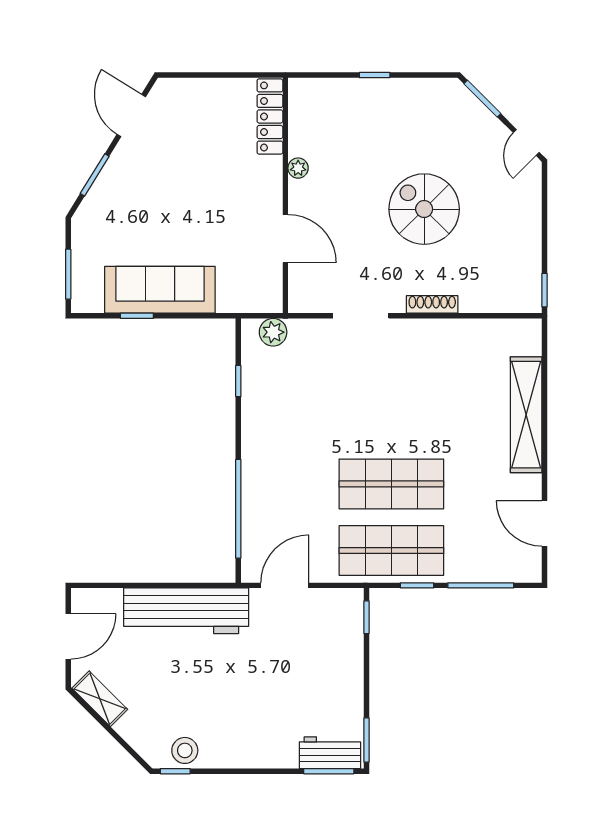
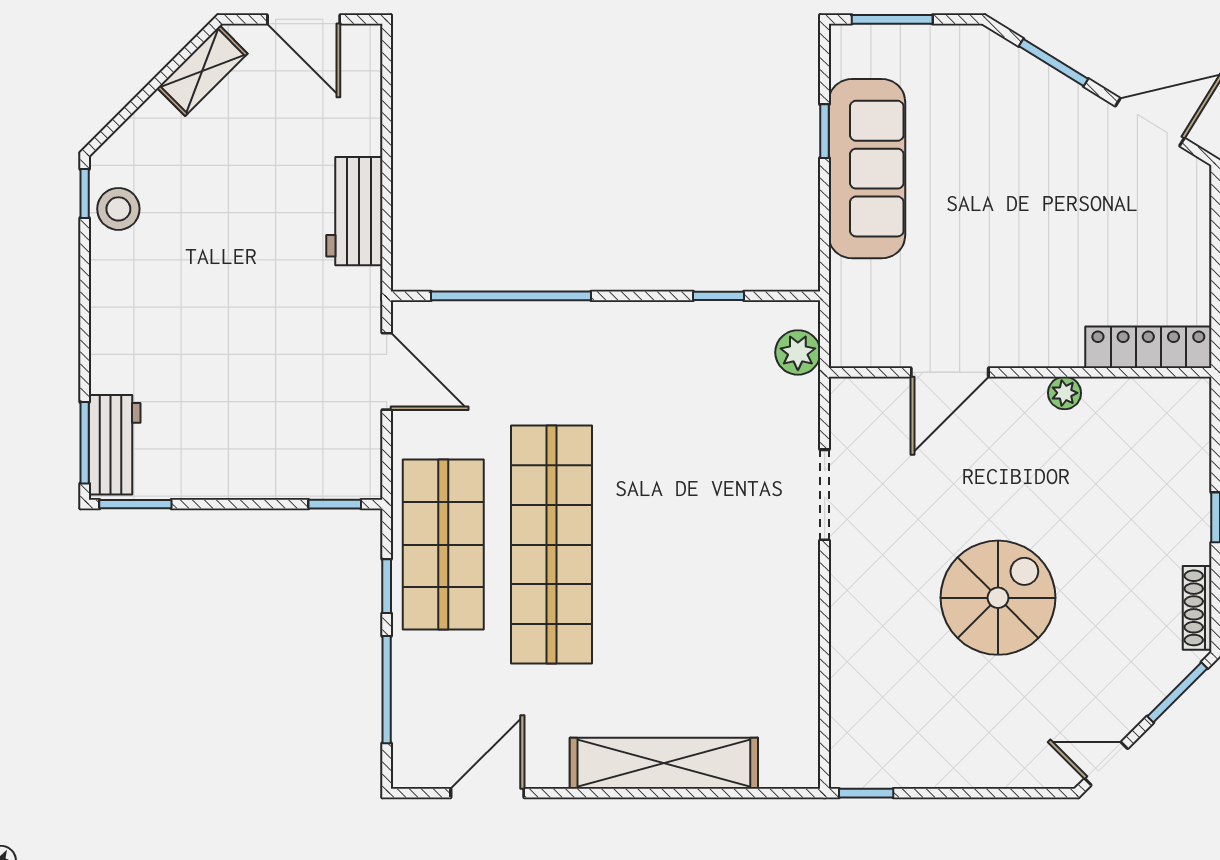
shoe rack: (432, 304) -> (1197, 608), moved, turned 180
shop shelf: (391, 484) -> (551, 545), width x1.40
workbench: (186, 611) -> (354, 211), width x0.53, depth x0.76

